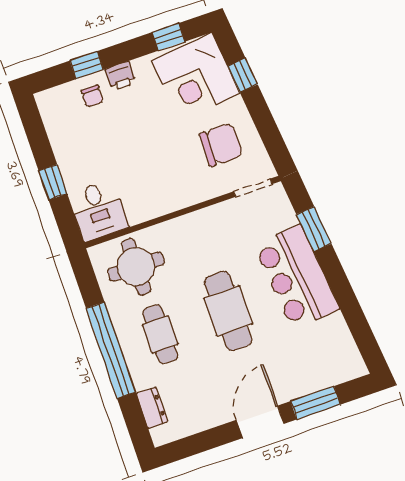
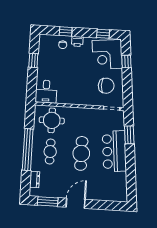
window: (53, 182) -> (33, 60), moved
window: (315, 403) -> (48, 201), moved

